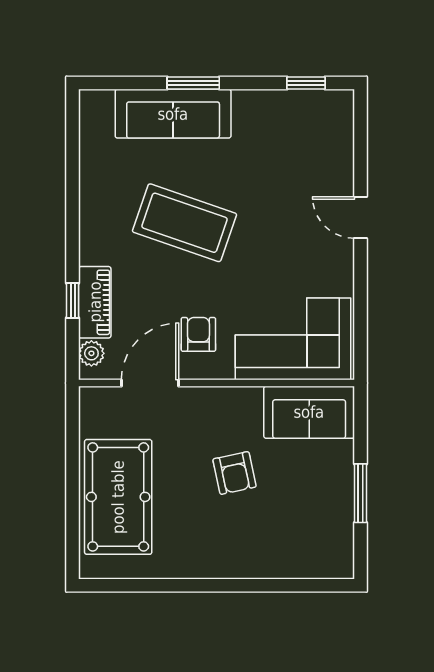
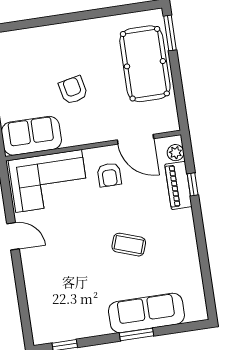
door: (360, 217) -> (13, 236), moved
coffee table: (184, 223) -> (129, 245), width x0.54, depth x0.58
door: (150, 383) -> (135, 139), hinge flipped
window: (73, 538) -> (170, 33), added

